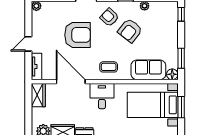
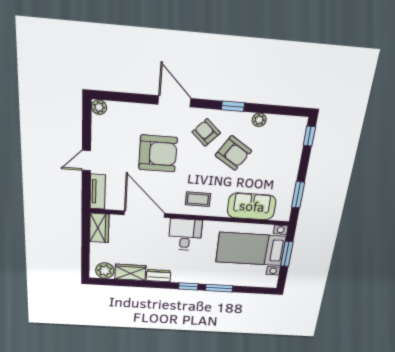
armchair: (130, 31) -> (233, 153), turned -95
floor lamp: (172, 74) -> (282, 214), removed

